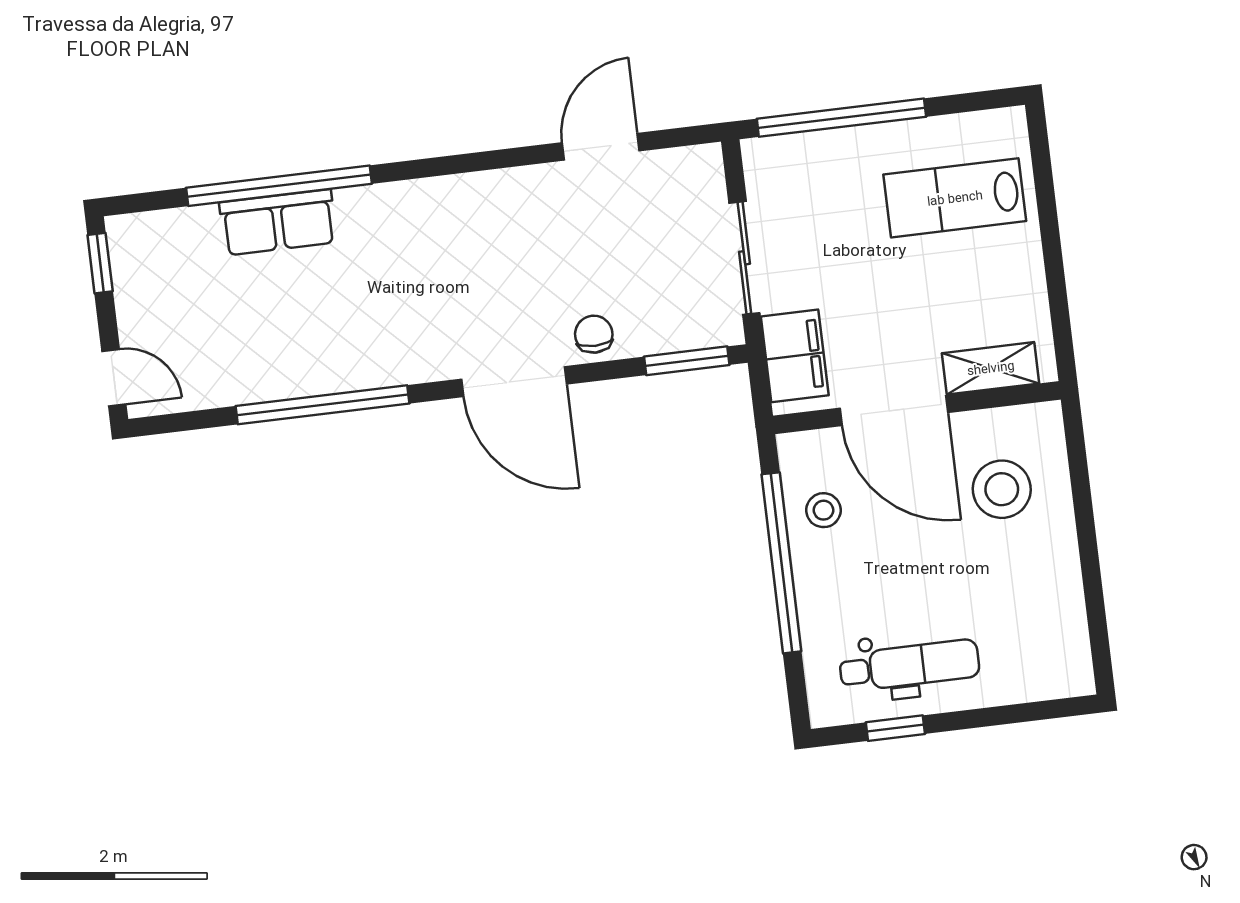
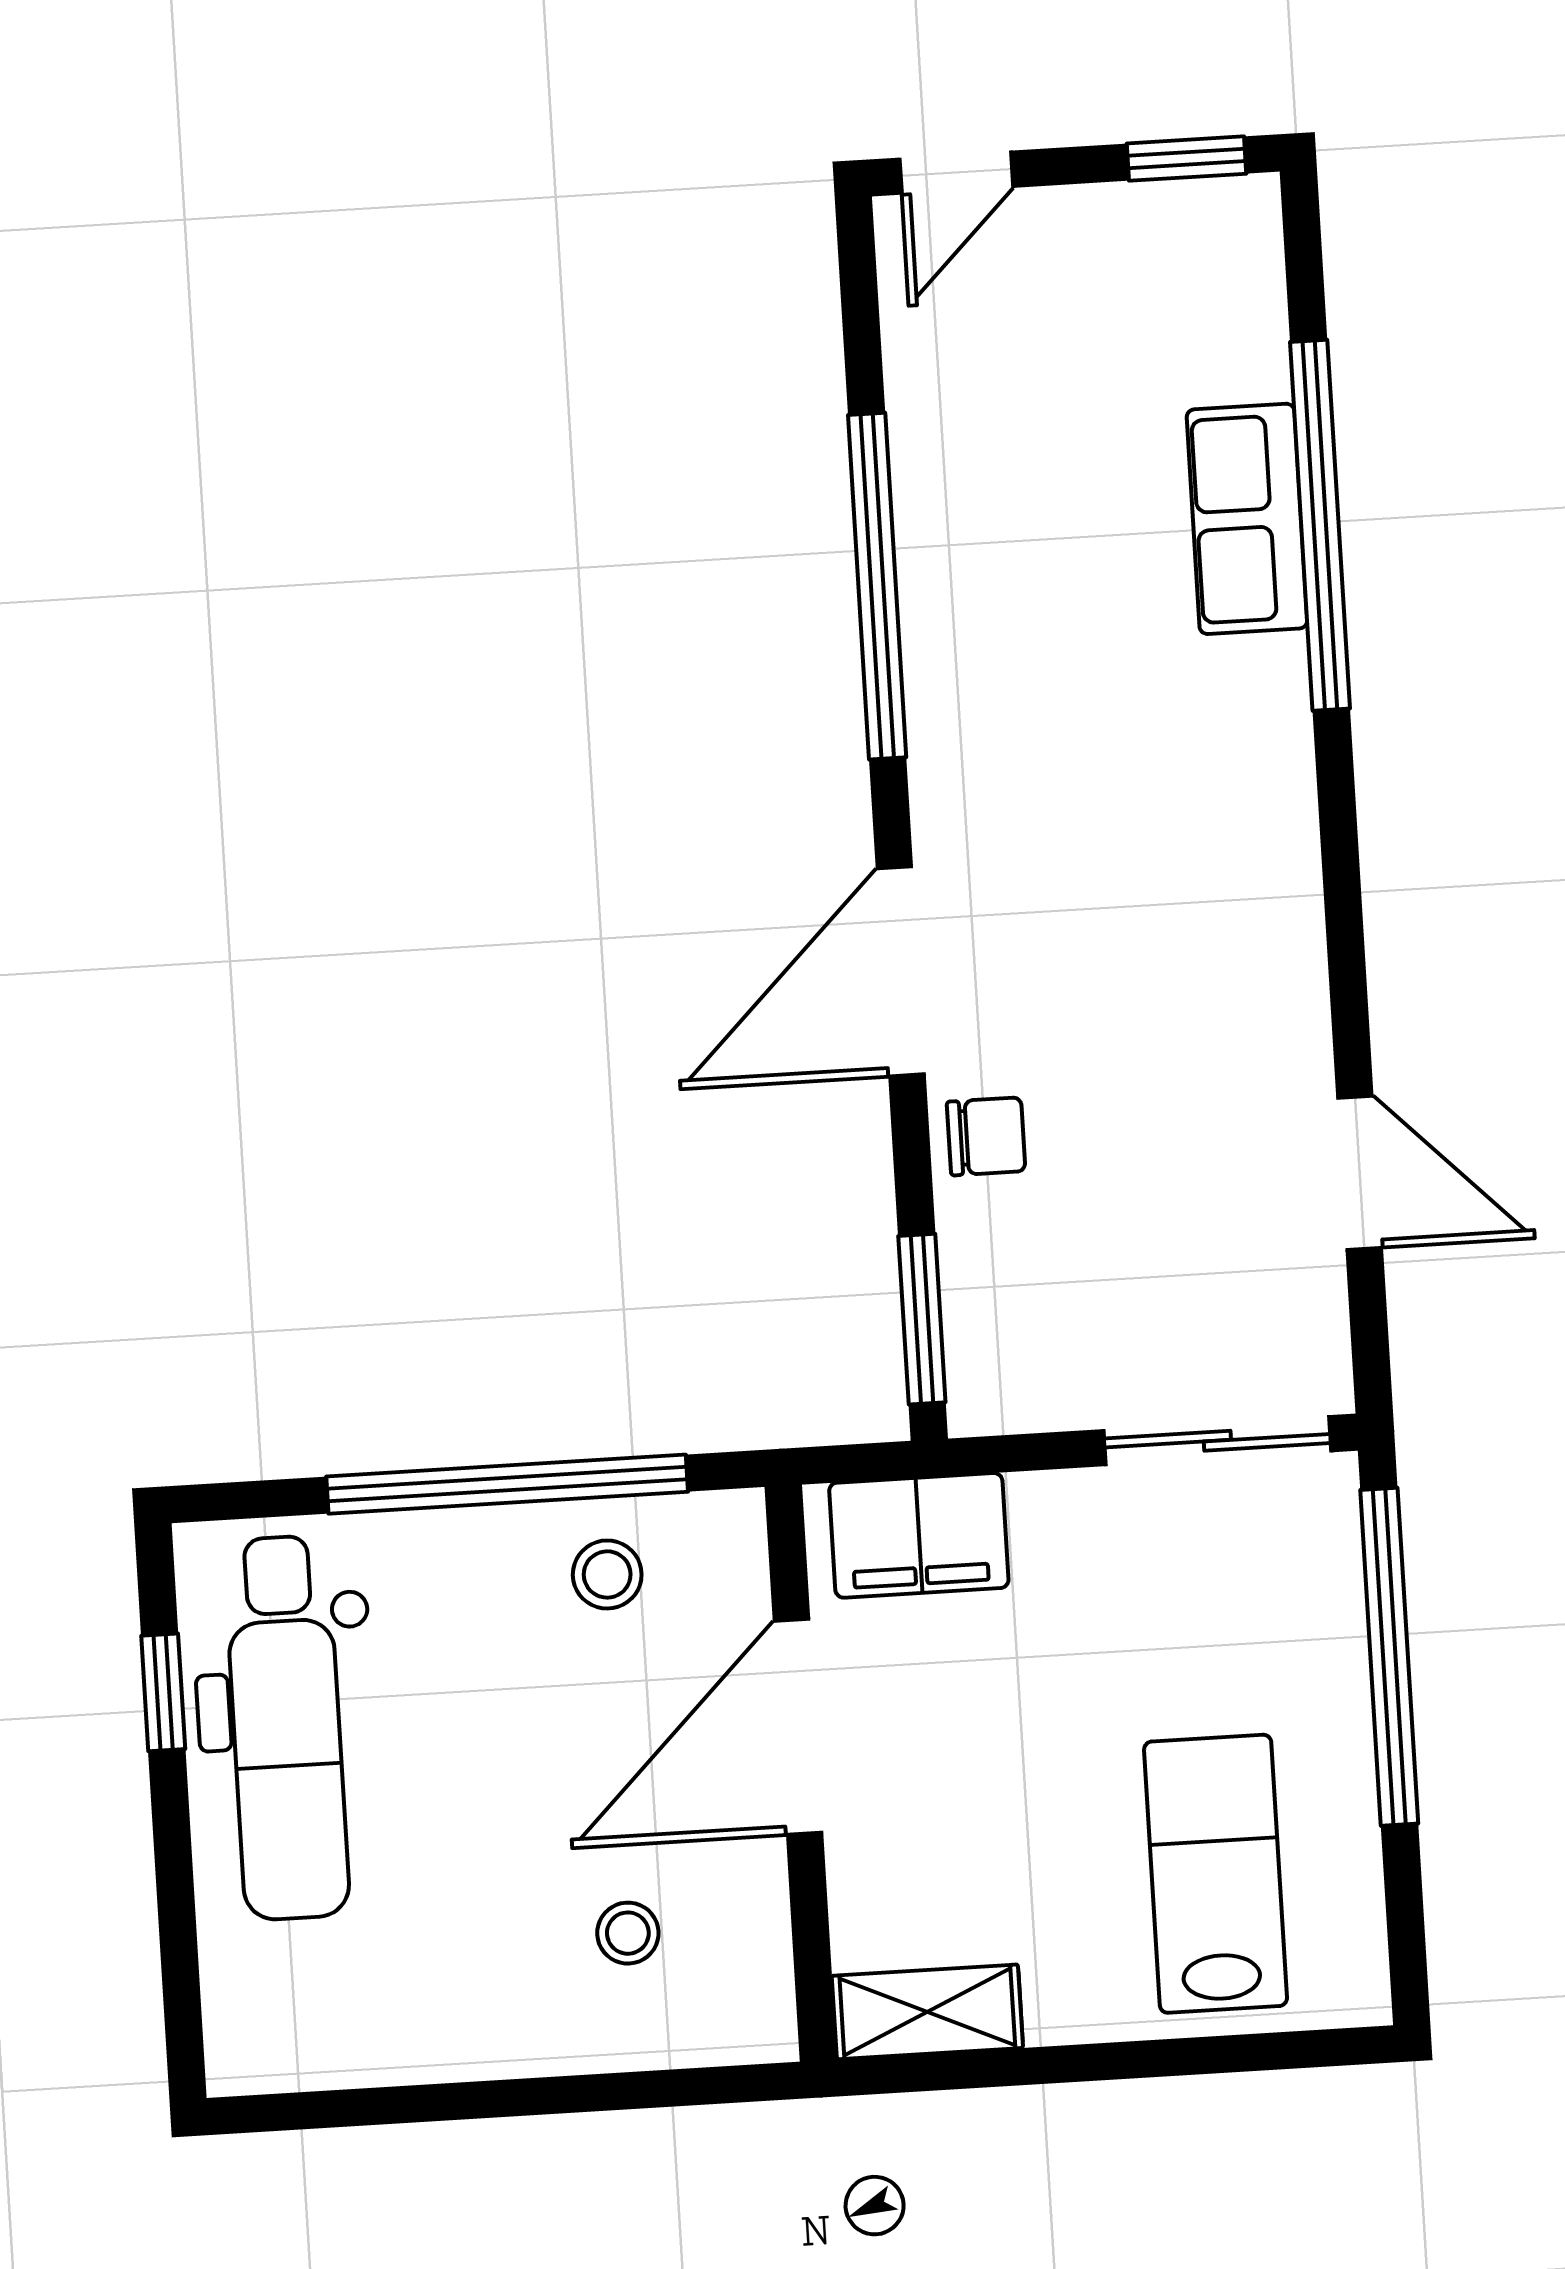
sliding door: (744, 258) -> (1217, 1441), moved
shelving: (991, 368) -> (927, 2012), moved, turned 90
stool: (1002, 489) -> (628, 1933), width x0.53, depth x0.53
dental chair: (909, 666) -> (287, 1728), width x1.36, depth x1.38

